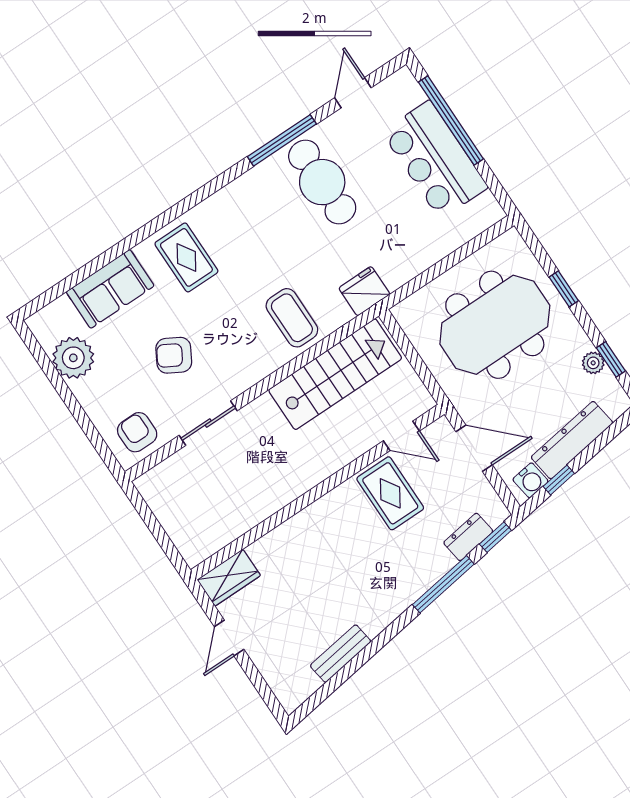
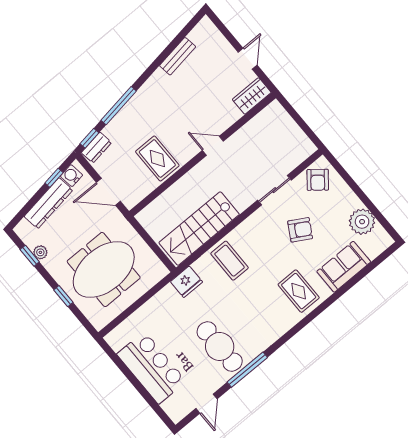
window: (451, 120) -> (144, 393), removed
armchair: (137, 432) -> (318, 180), turned 39
door: (401, 436) -> (213, 146), moved
dresser: (468, 537) -> (96, 148), moved

